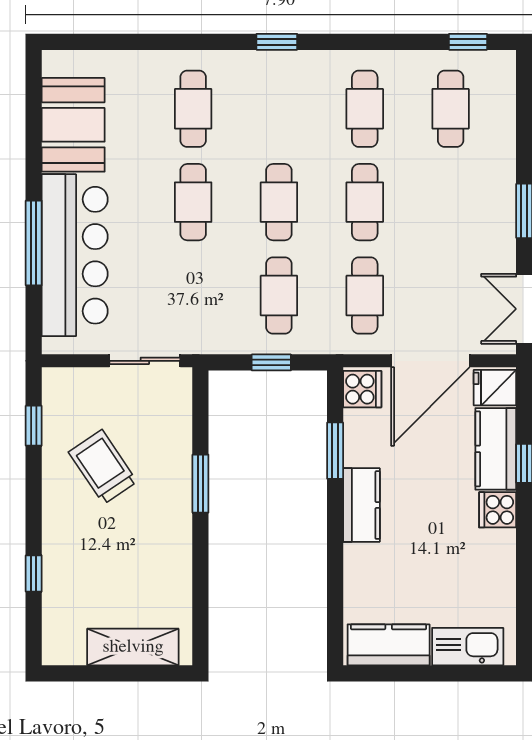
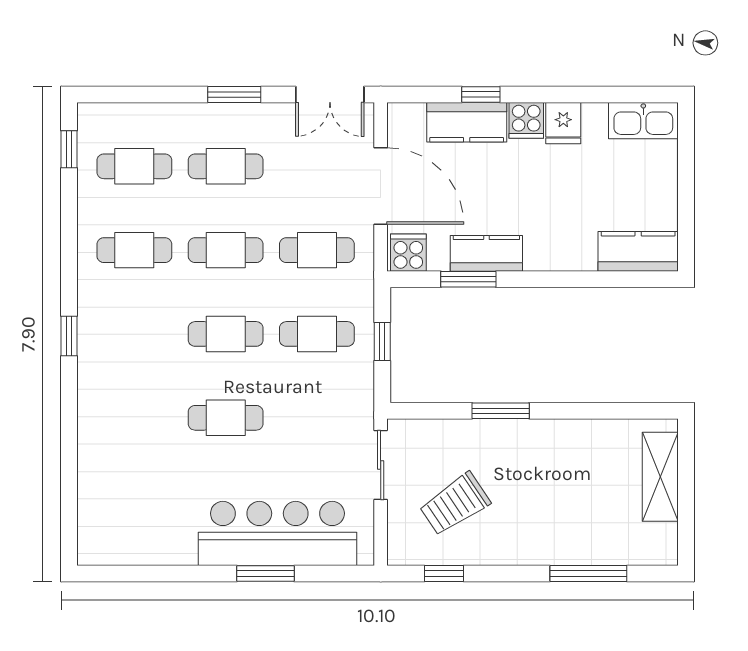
cafe table: (193, 109) -> (226, 166), moved
booth: (73, 125) -> (150, 535), removed
window: (34, 243) -> (266, 574), width x0.69
fridge: (495, 388) -> (563, 123), moved
trolley: (103, 467) -> (455, 504), moved
kitchen counter: (361, 505) -> (486, 253), moved
window: (34, 573) -> (588, 574), width x2.17
kitchen counter: (389, 645) -> (638, 251), moved, turned 90
kitchen sink: (468, 647) -> (643, 121), moved, turned -90

